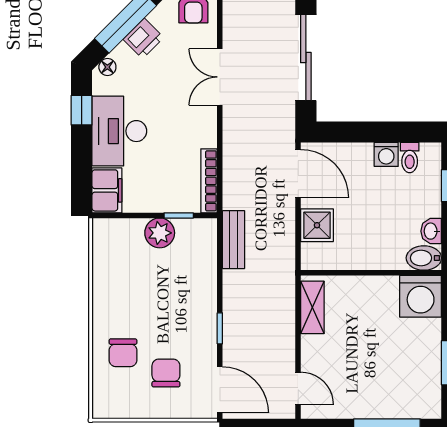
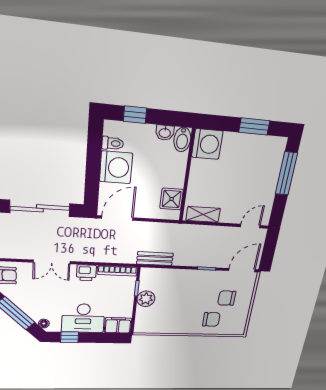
printer: (143, 38) -> (86, 273), moved, turned 135
washing machine: (386, 154) -> (116, 167), width x1.89, depth x1.89
shower: (317, 225) -> (172, 199), moved

